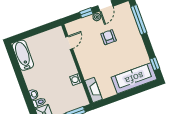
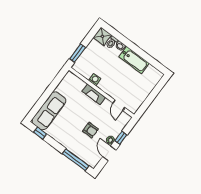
bathtub: (23, 55) -> (134, 60), moved
fireplace: (94, 90) -> (94, 94), moved

